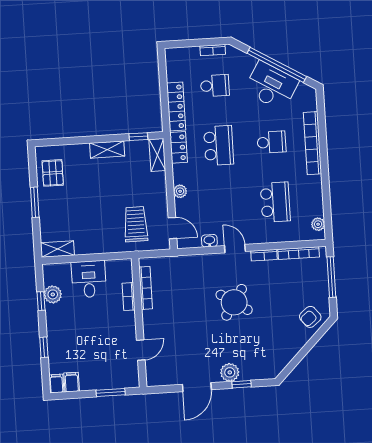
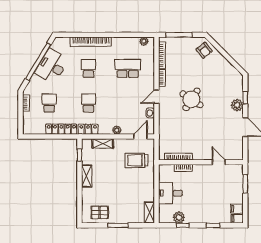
school desk: (219, 146) -> (88, 103), width x0.54
shelving: (157, 155) -> (103, 143), moved

